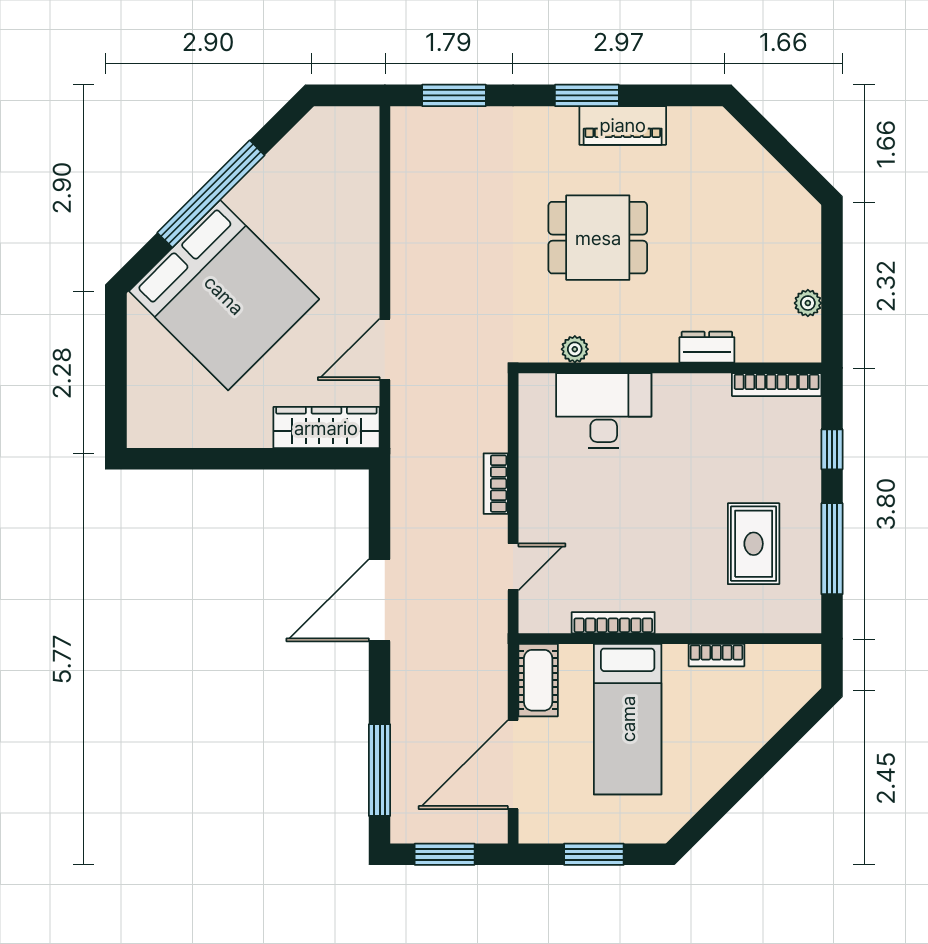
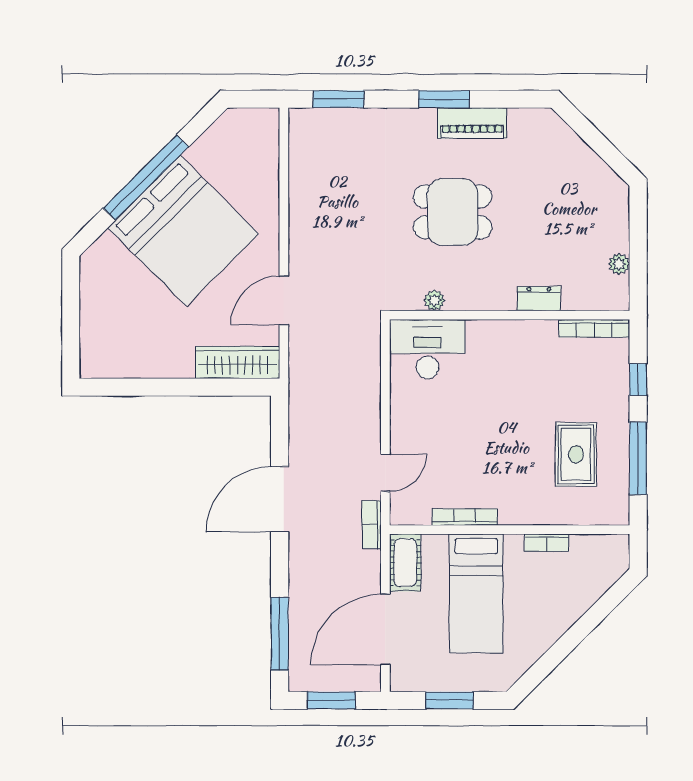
bed: (224, 295) -> (183, 231), moved
desk: (604, 411) -> (427, 349), moved
bookcase: (496, 484) -> (372, 525), moved

